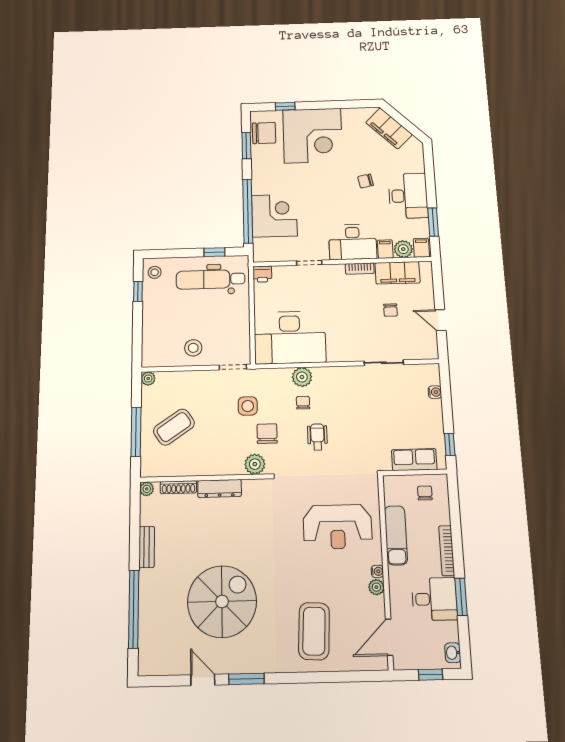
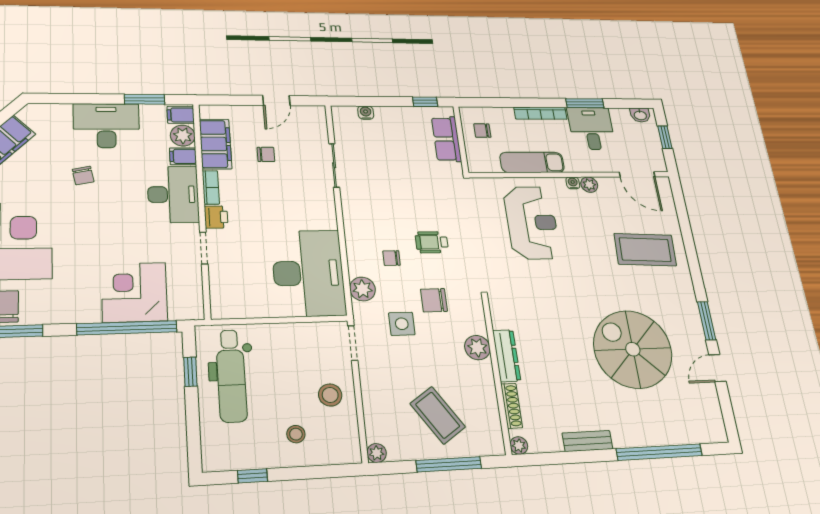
stool: (155, 272) -> (296, 434), moved
printer: (262, 274) -> (216, 217), moved
plant: (302, 377) -> (363, 289), moved
plant: (255, 464) -> (477, 348), moved

